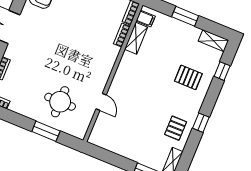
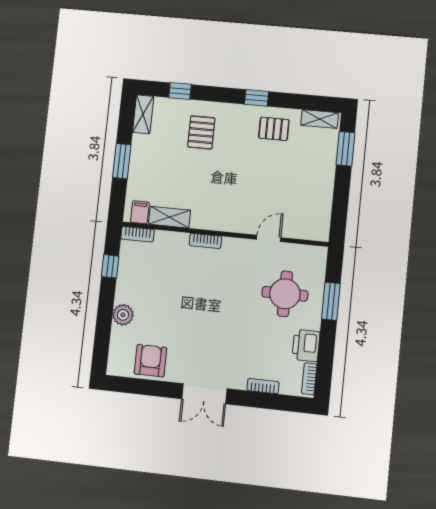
bookcase: (122, 35) -> (205, 241), moved
printer: (21, 105) -> (306, 346), added

